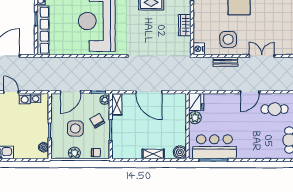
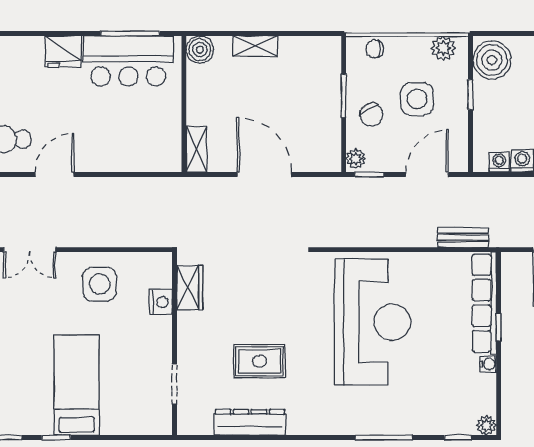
wardrobe: (185, 25) -> (190, 288), moved
nightstand: (199, 49) -> (161, 302), moved
bench: (225, 62) -> (463, 238), moved
fridge: (196, 102) -> (63, 51), moved, turned -90
shelving: (117, 104) -> (197, 149), moved
plant: (195, 118) -> (169, 121), removed
boiler: (44, 147) -> (492, 60), width x1.86, depth x1.86
plant: (74, 153) -> (443, 48), moved

